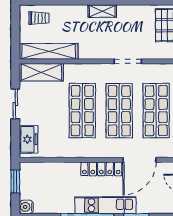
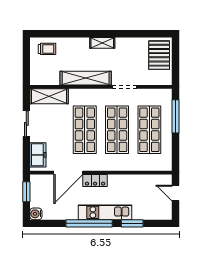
shelving: (49, 51) -> (86, 78), moved
door: (139, 160) -> (68, 173), moved
locker: (101, 169) -> (95, 181), width x0.66

